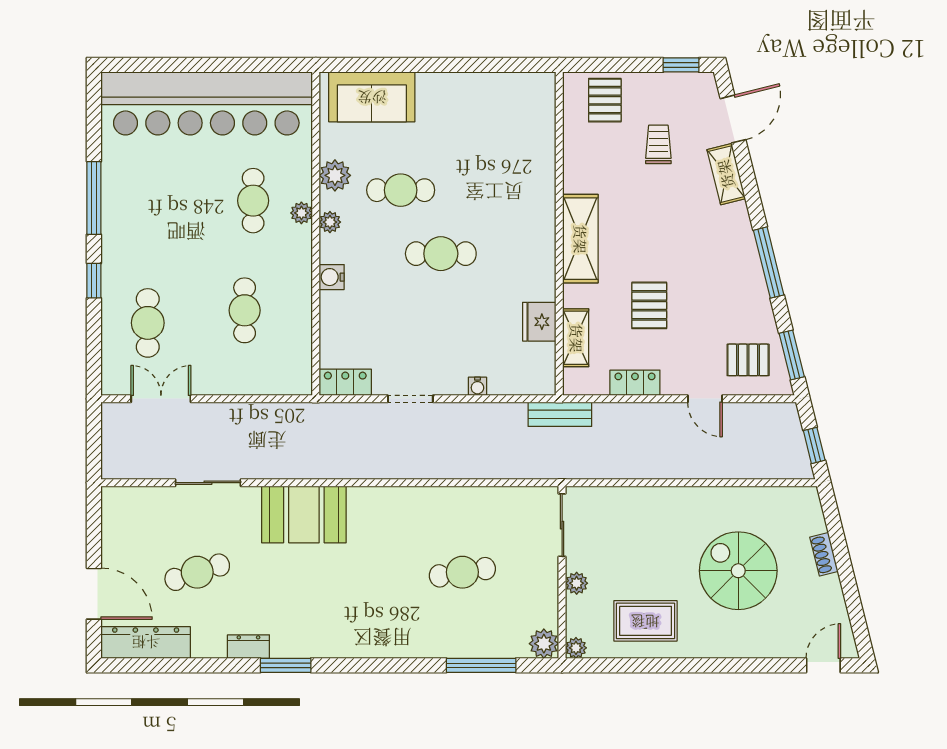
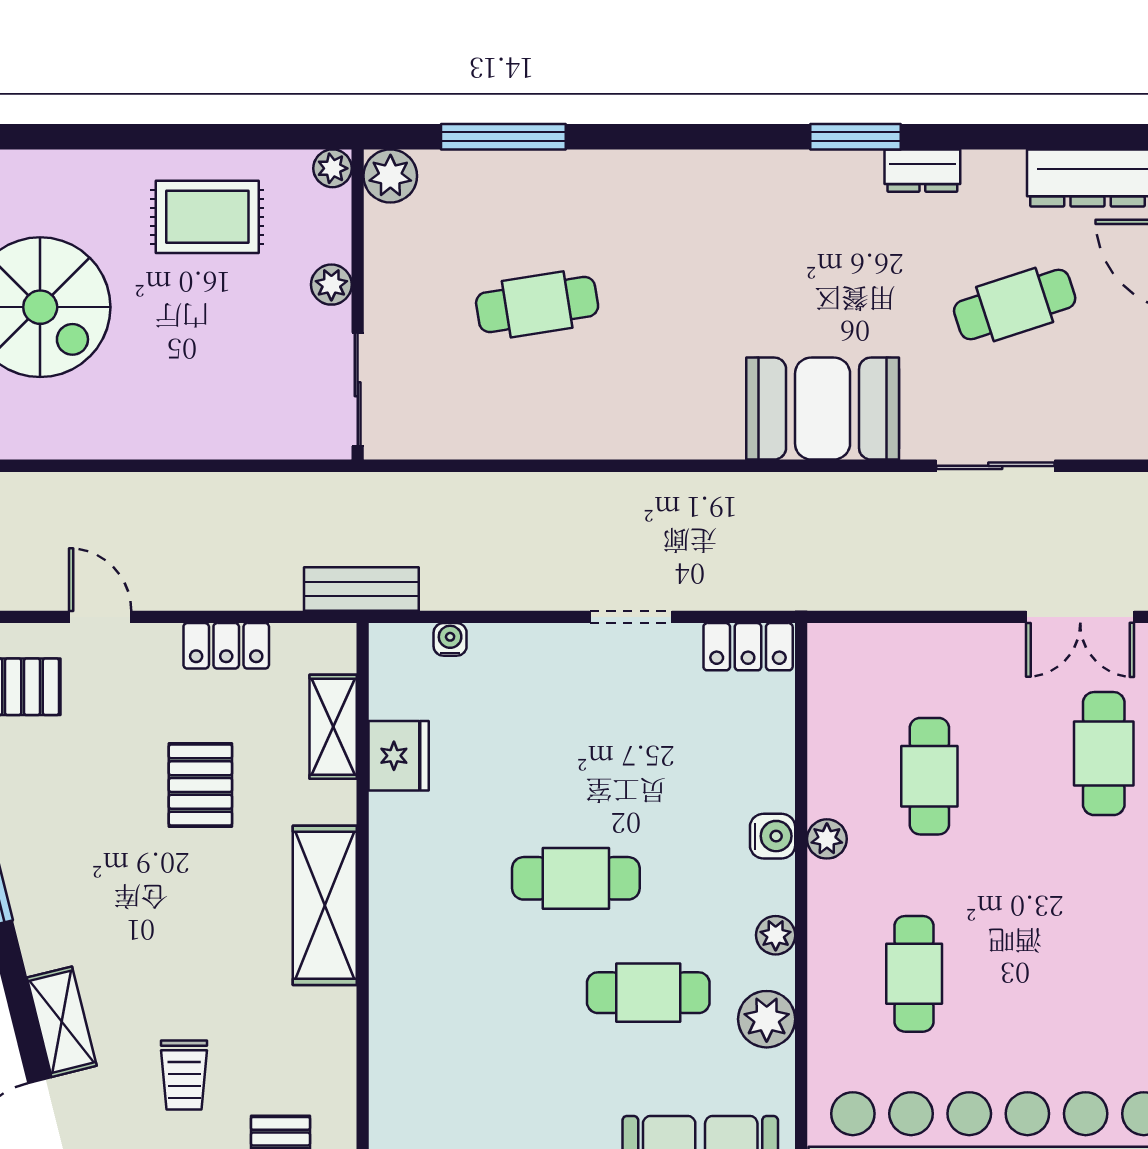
plant: (301, 213) -> (827, 839), moved
water cooler: (477, 386) -> (450, 639), moved

